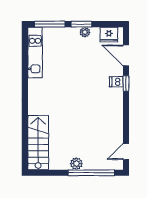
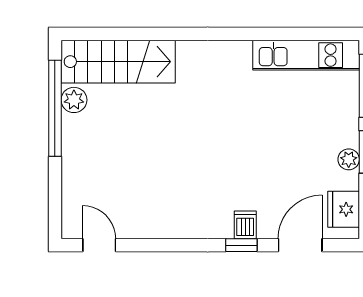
plant: (76, 164) -> (74, 100), moved
window: (91, 173) -> (55, 108), moved

